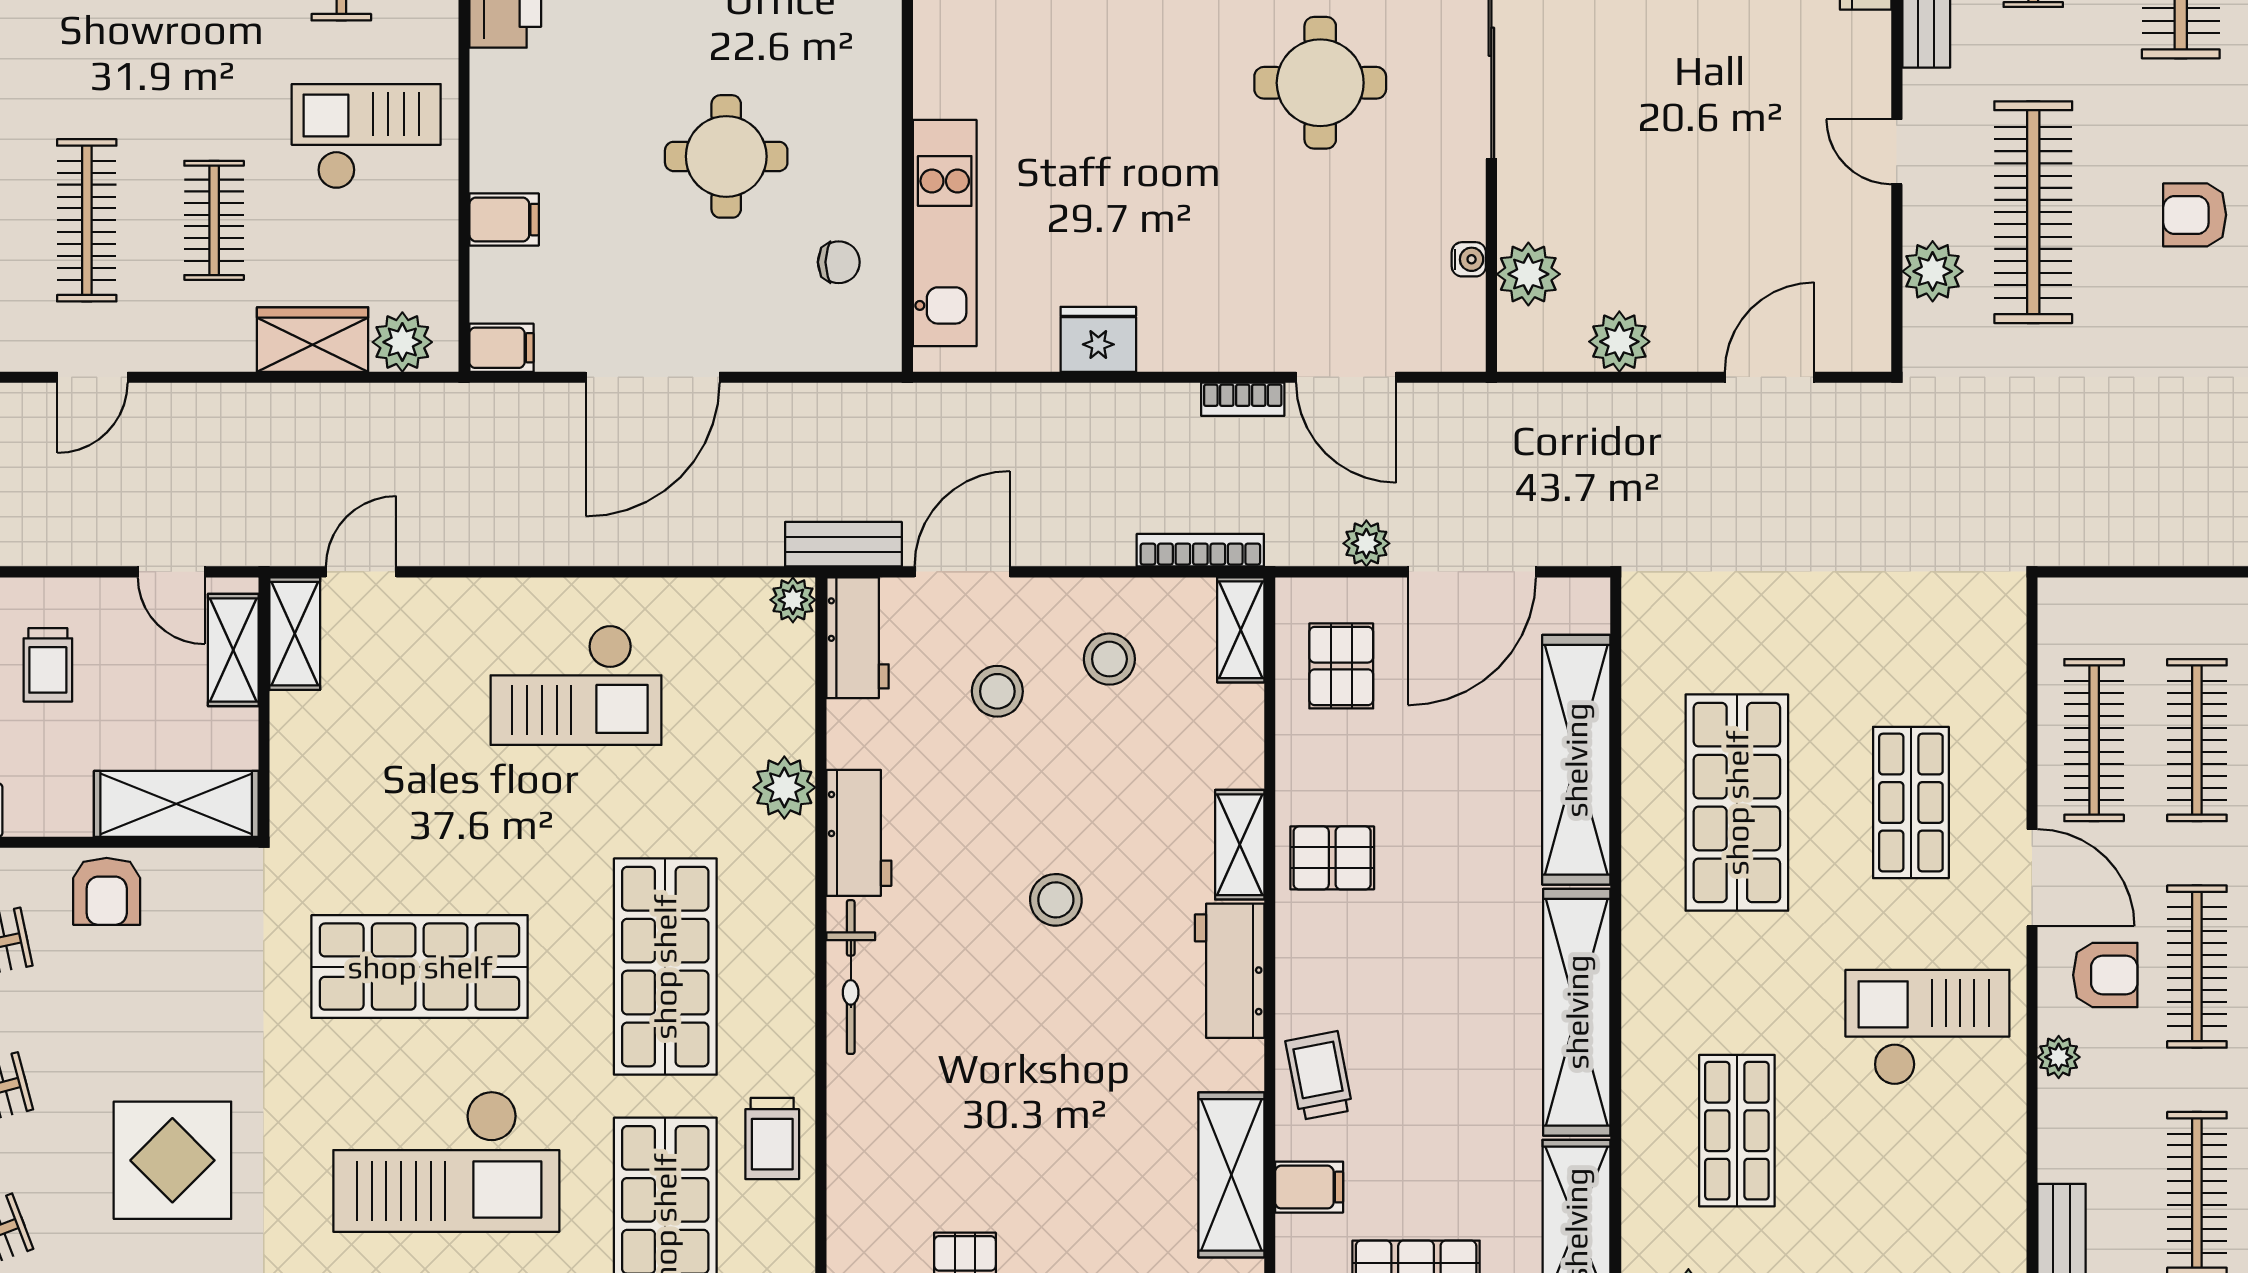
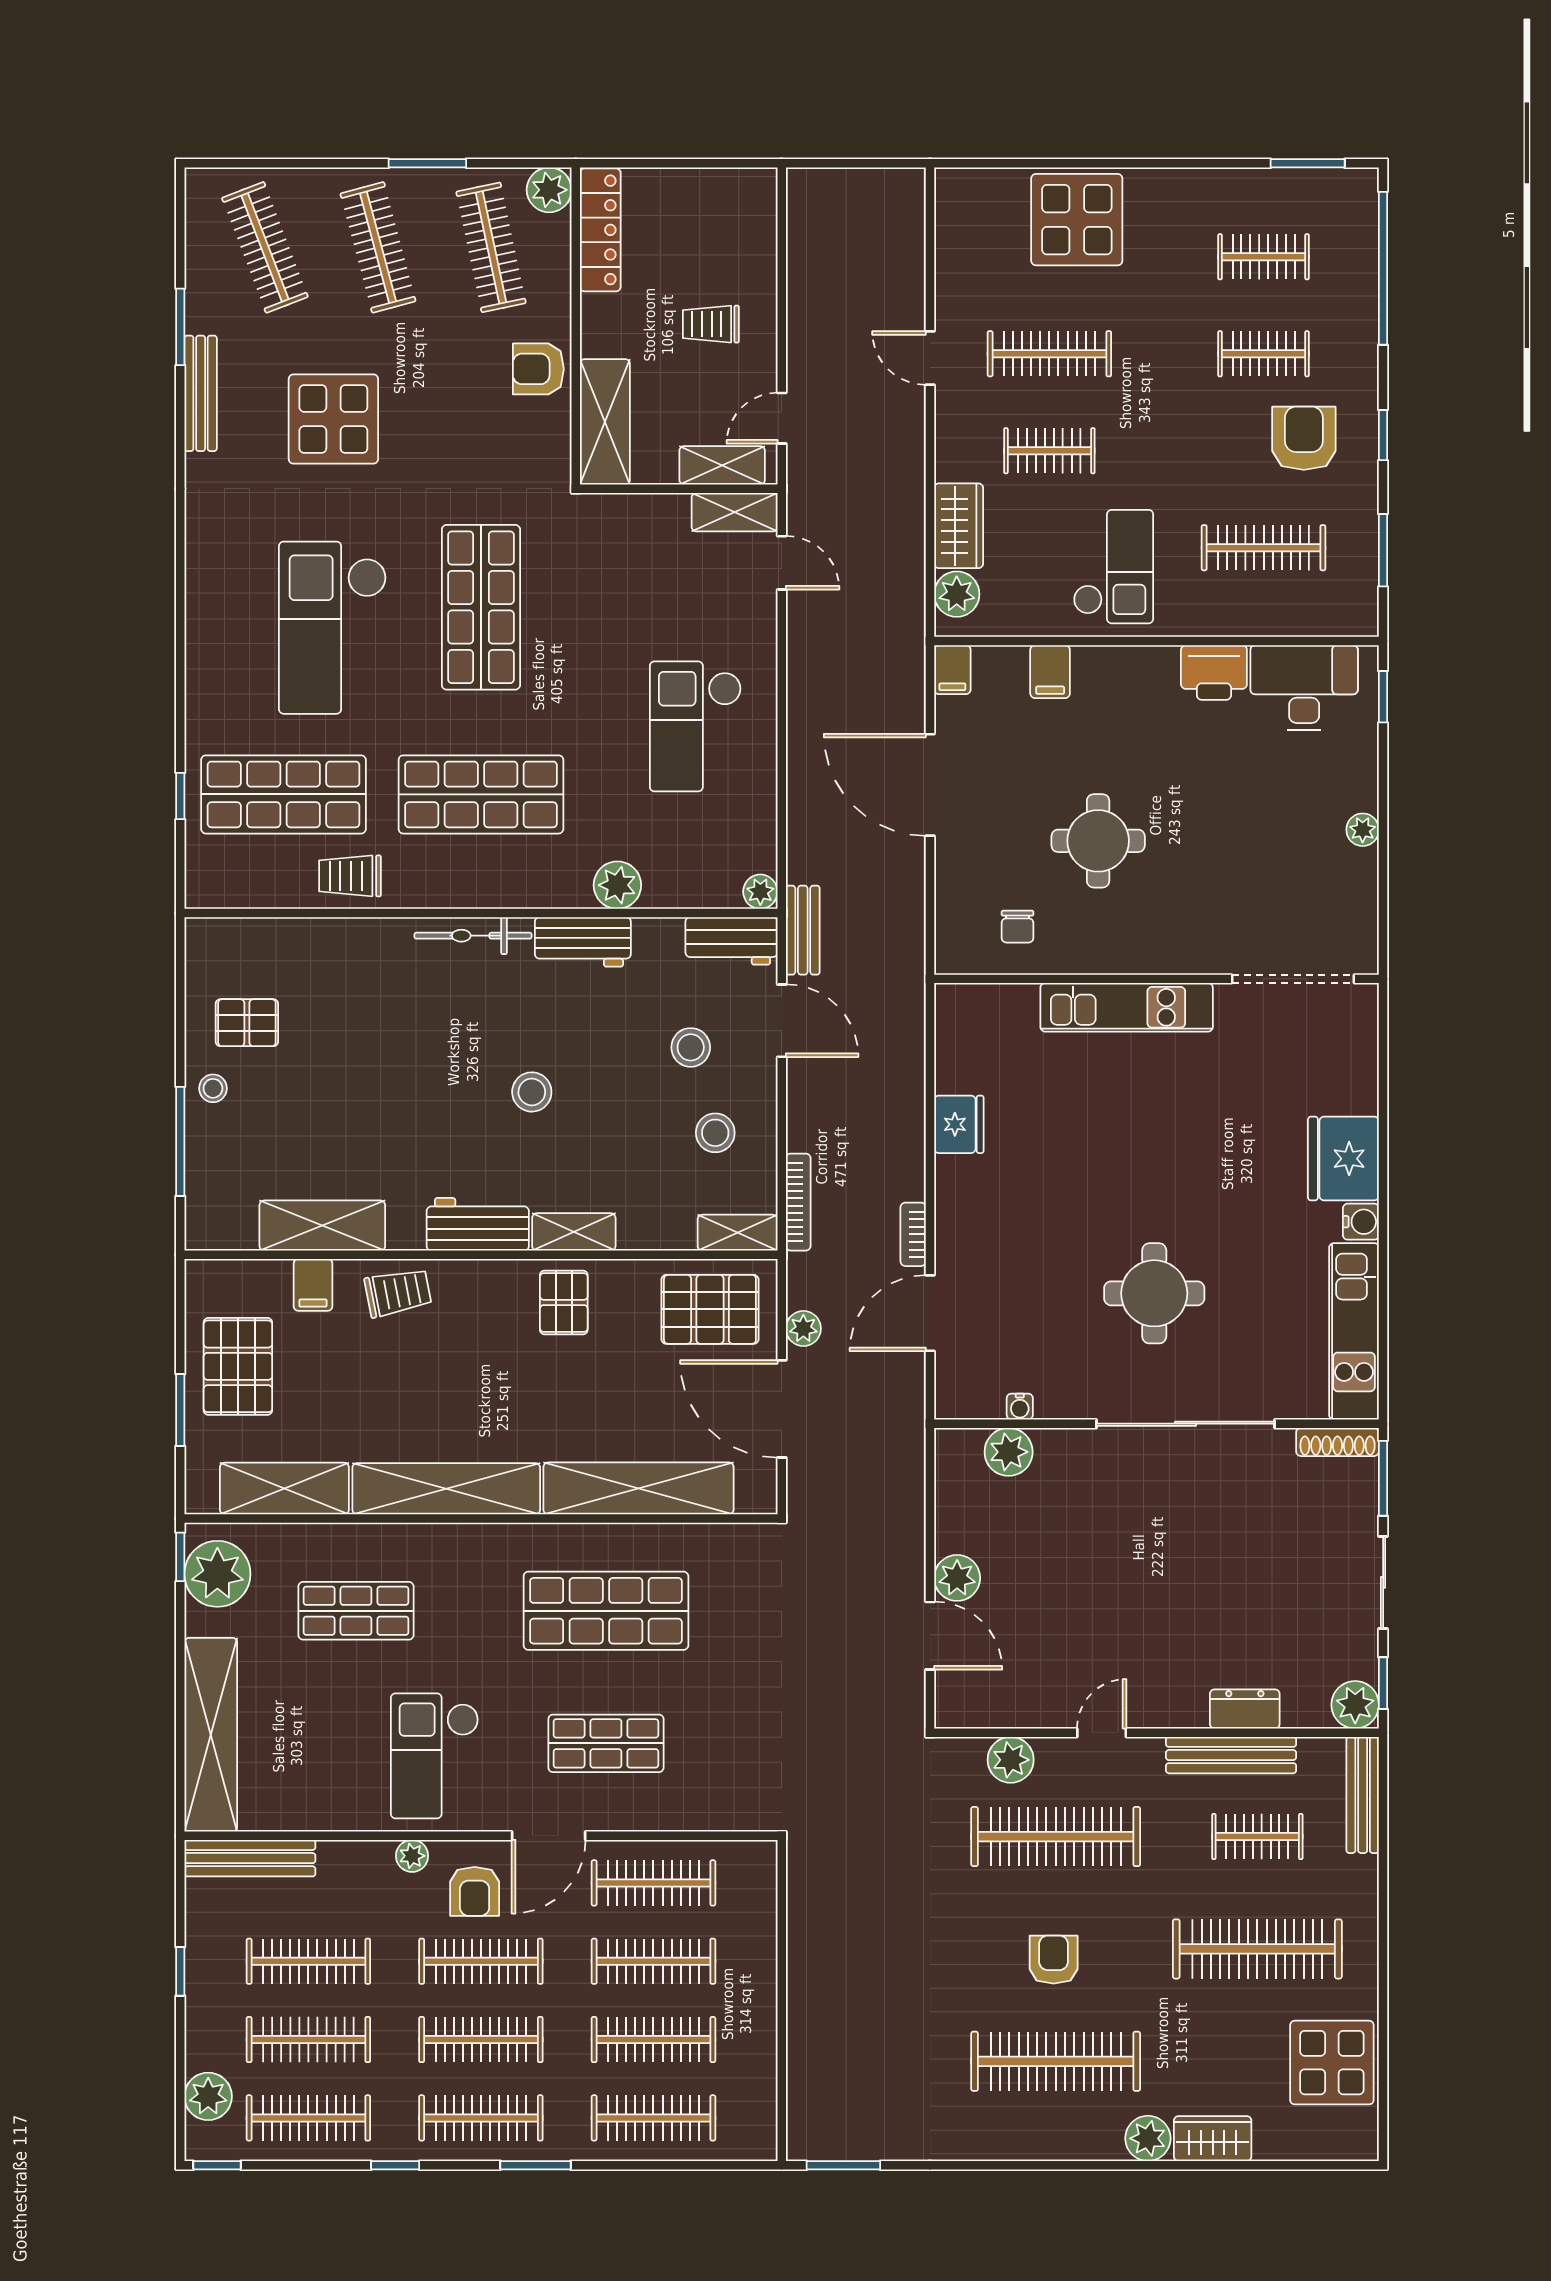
kitchen unit: (945, 233) -> (1127, 1007), moved
plant: (1619, 342) -> (957, 1578), moved
pallet: (1341, 666) -> (710, 1309), width x1.50, depth x1.42
checkout: (1927, 1027) -> (435, 1756), turned 180

